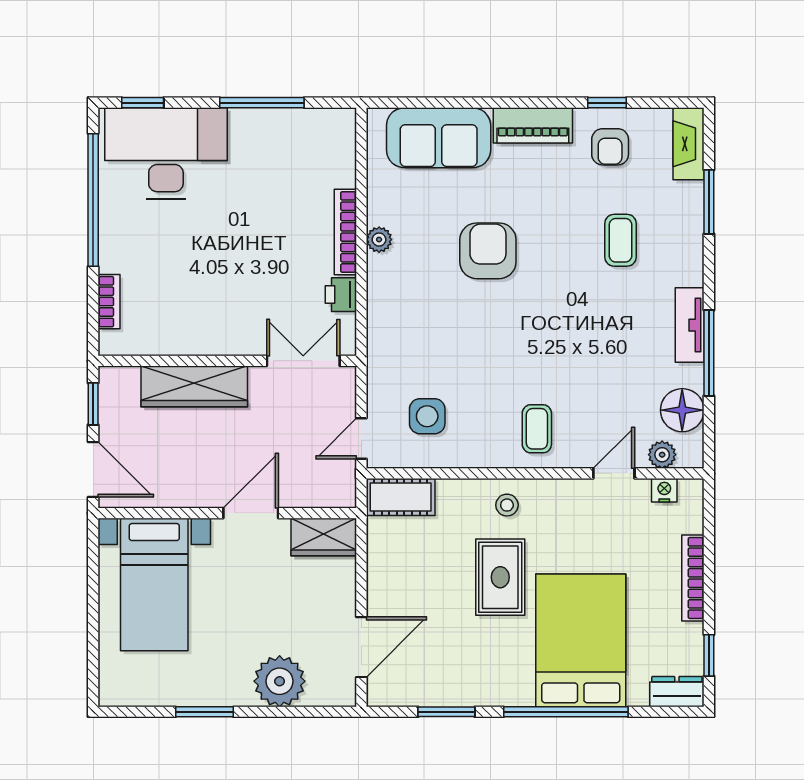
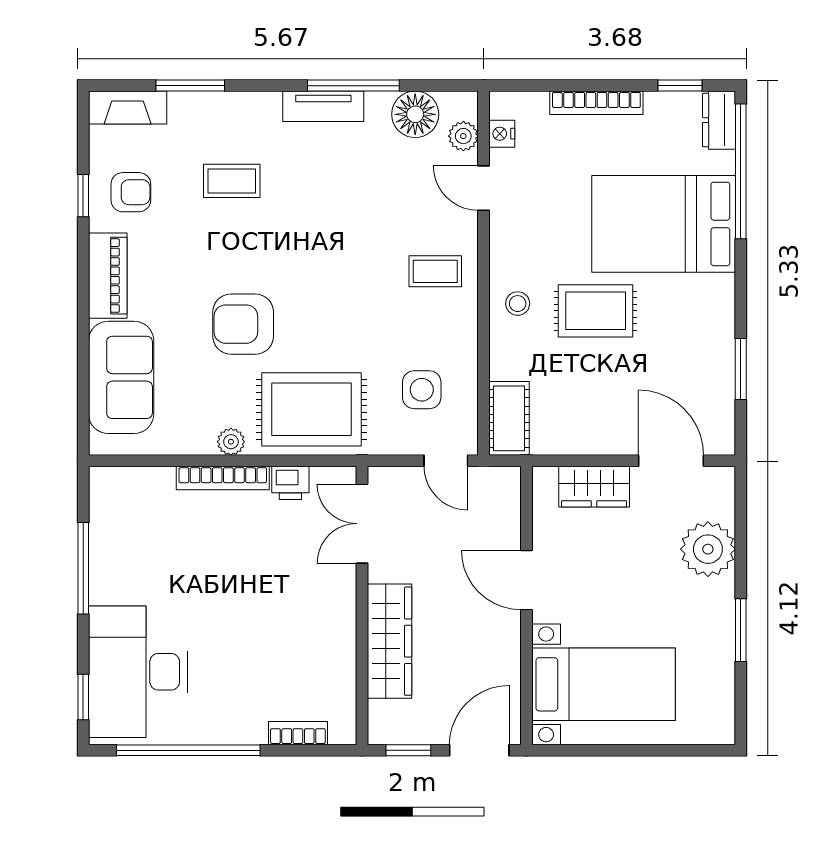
rug: (409, 314) -> (311, 409), added
wardrobe: (324, 537) -> (594, 487), moved, turned 90
window: (566, 712) -> (741, 171), moved

